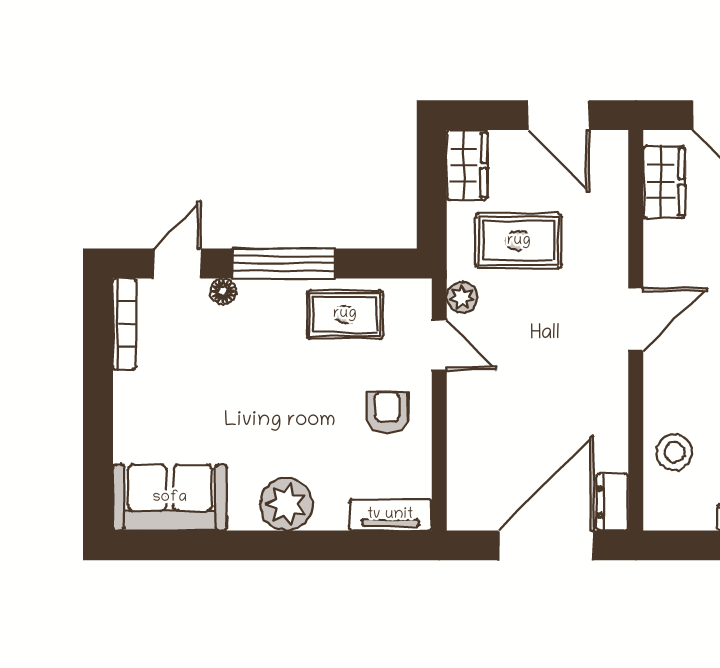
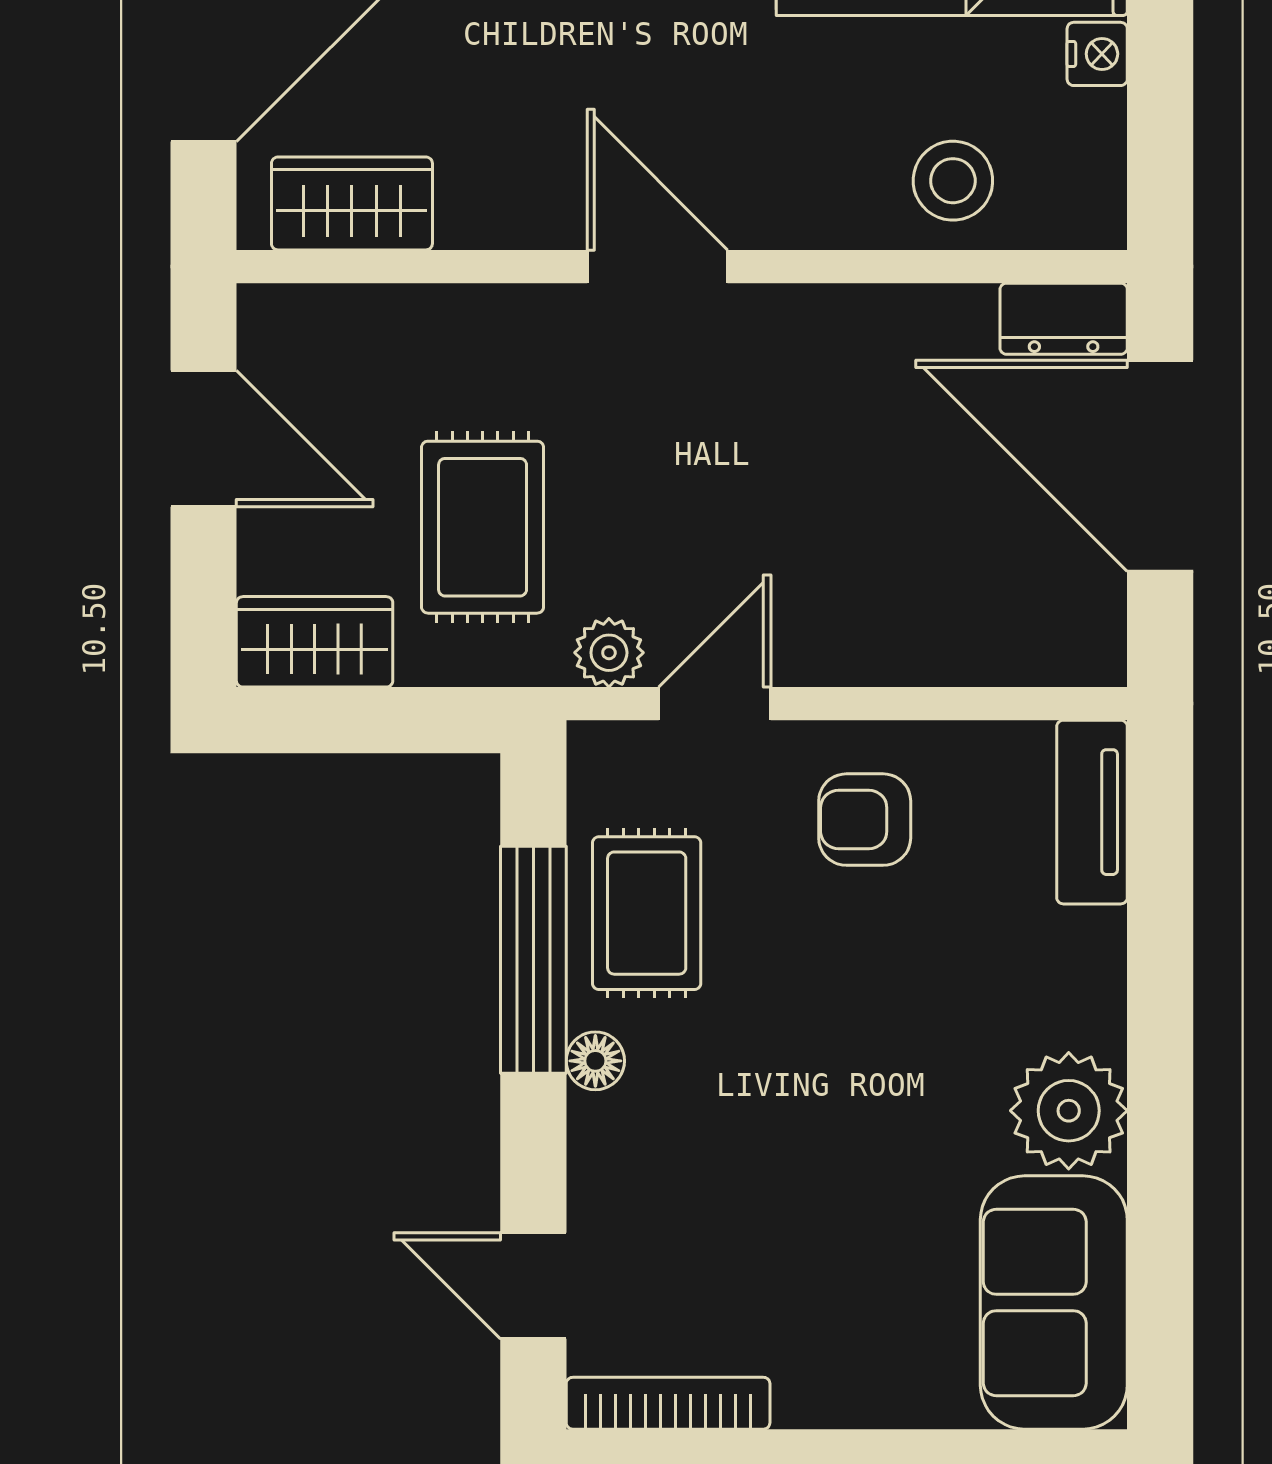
door: (558, 115) -> (204, 439), hinge flipped
window: (284, 264) -> (533, 960), moved
floor lamp: (223, 291) -> (595, 1061), moved
plant: (286, 504) -> (1069, 1111), moved

